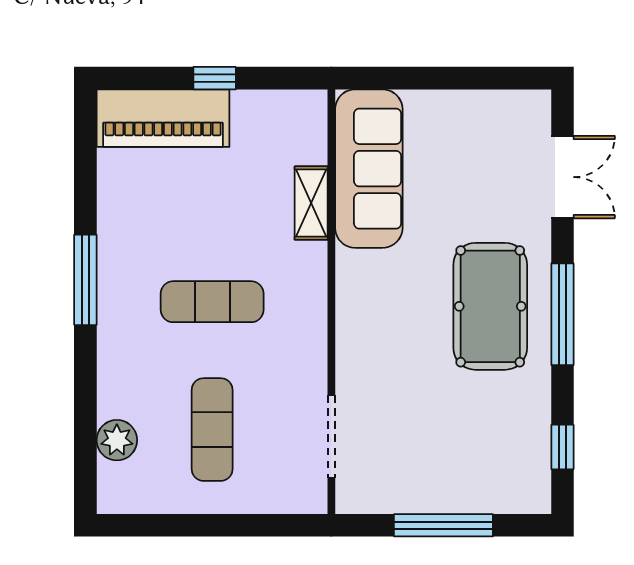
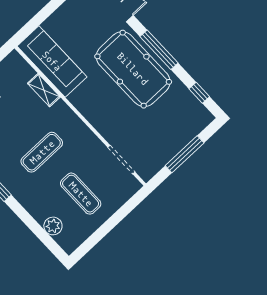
pool table: (490, 306) -> (133, 69), width x1.36, depth x1.32

